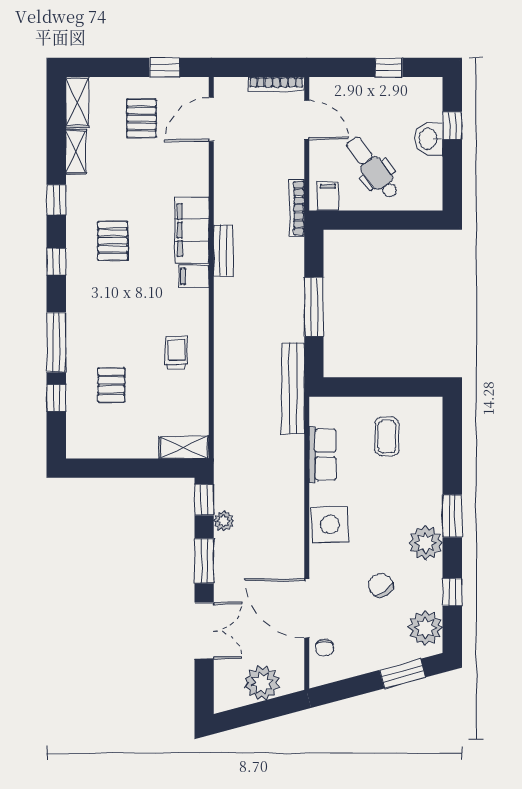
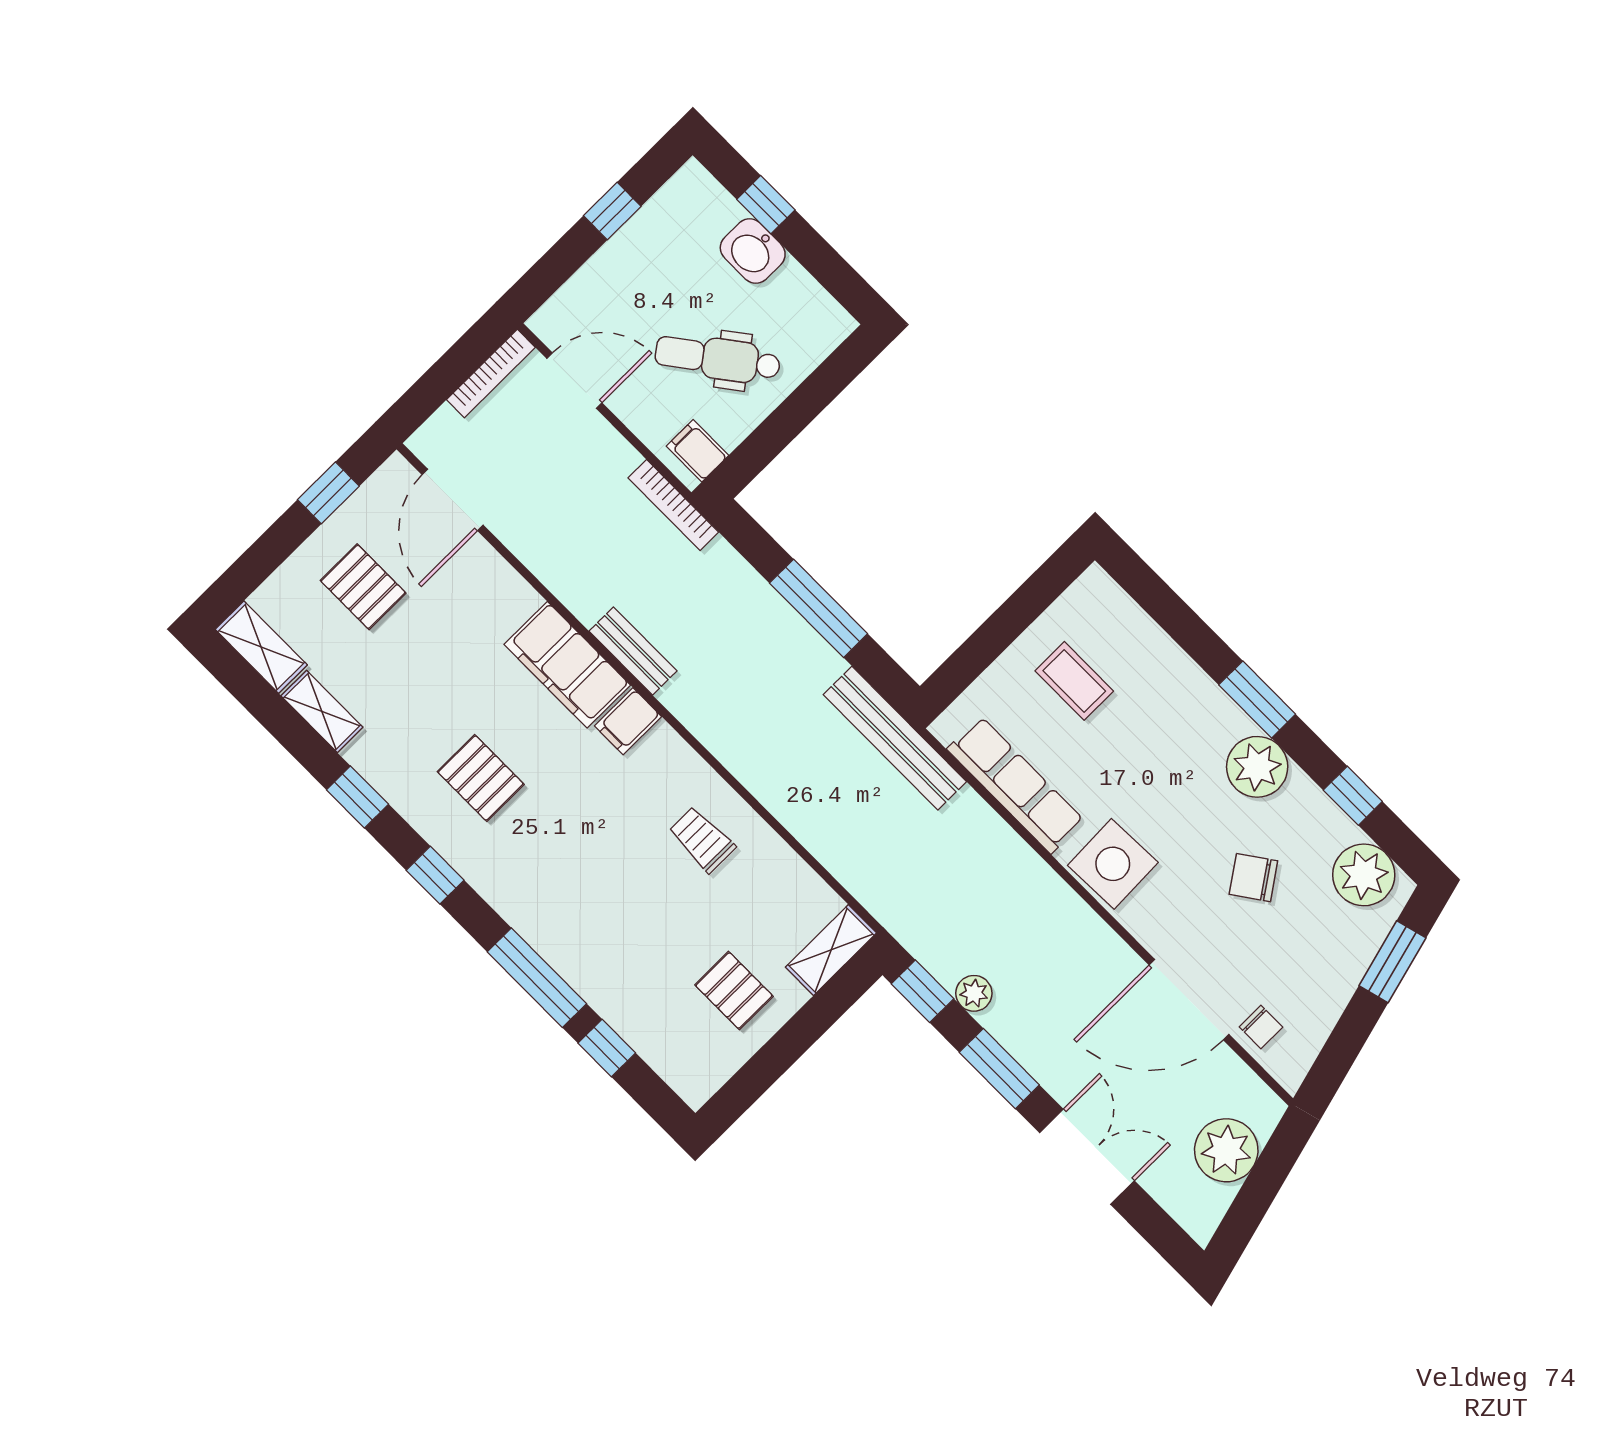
pallet: (111, 385) -> (734, 991), moved
row of seats: (323, 455) -> (1016, 785), width x1.48

